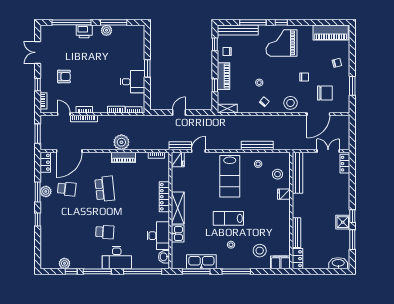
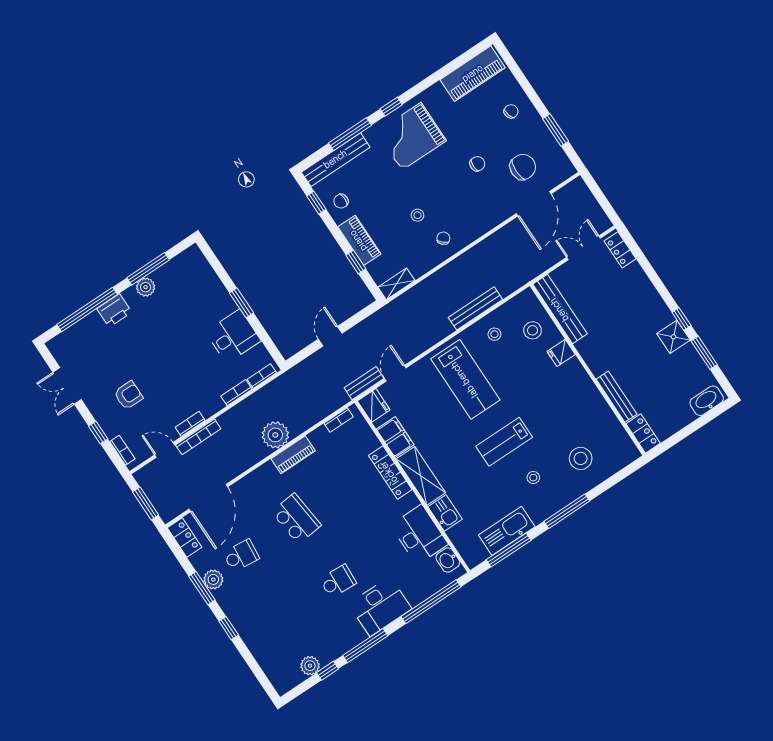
stool: (290, 103) -> (482, 214), removed
filing cabinet: (280, 262) -> (395, 437), moved, turned 90

